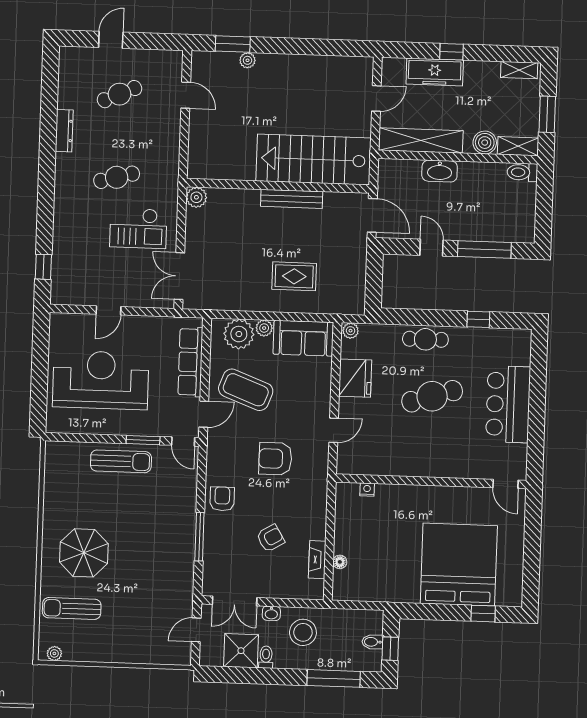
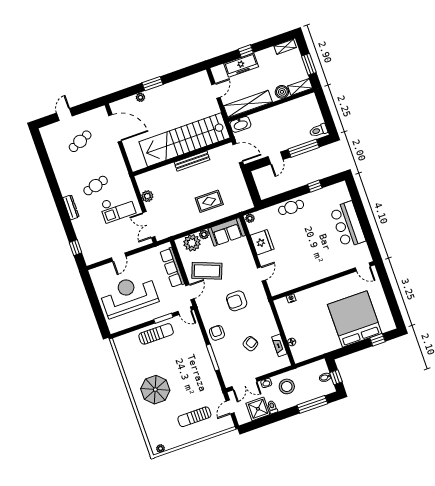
window: (233, 44) -> (153, 84), moved
door: (186, 95) -> (115, 128), width x1.88
dresser: (64, 131) -> (71, 207), moved
stairs: (314, 160) -> (184, 140), width x1.36
washbasin: (440, 171) -> (240, 124), moved
toilet: (522, 172) -> (318, 130), moved
plant: (196, 197) -> (147, 196), moved
door: (432, 248) -> (276, 158), swing flipped
cafe table: (432, 396) -> (306, 236), removed
sun lounger: (72, 608) -> (194, 417), moved

